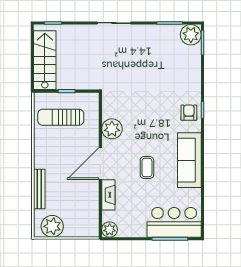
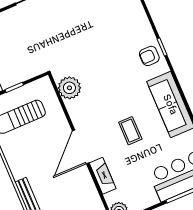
armchair: (189, 113) -> (149, 56), turned -90
plant: (112, 129) -> (69, 88), moved

